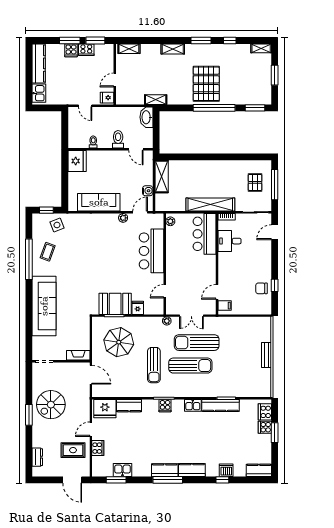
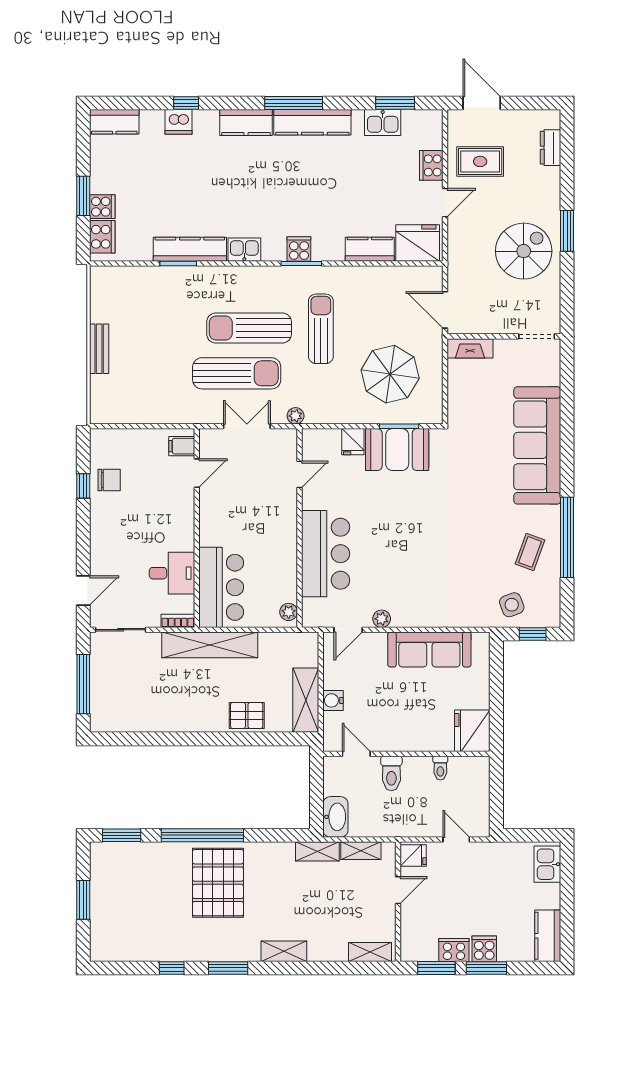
shelving: (261, 48) -> (361, 851), moved
kitchen counter: (39, 63) -> (548, 936), width x0.67
pallet: (255, 182) -> (247, 715), moved, turned 90
water cooler: (148, 191) -> (333, 700), moved
kitchen counter: (165, 470) -> (312, 122), width x1.50

